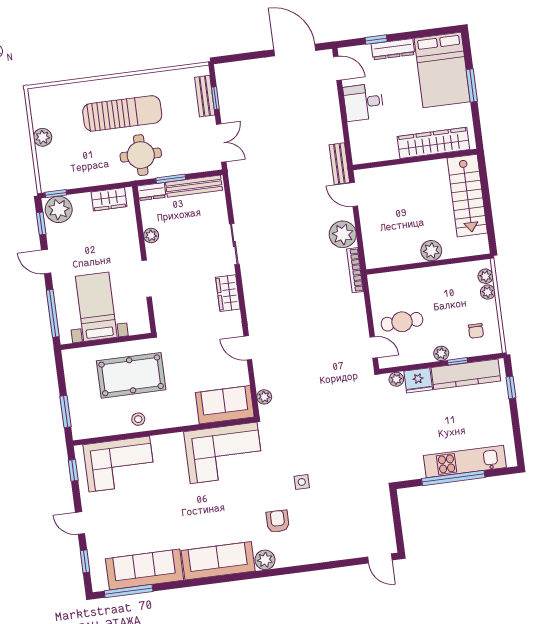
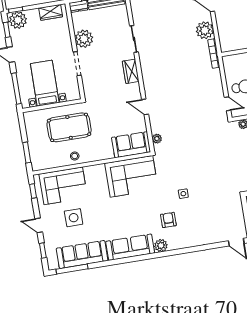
plant: (151, 236) -> (84, 39), width x1.87, depth x1.87
side table: (134, 513) -> (74, 218), added

